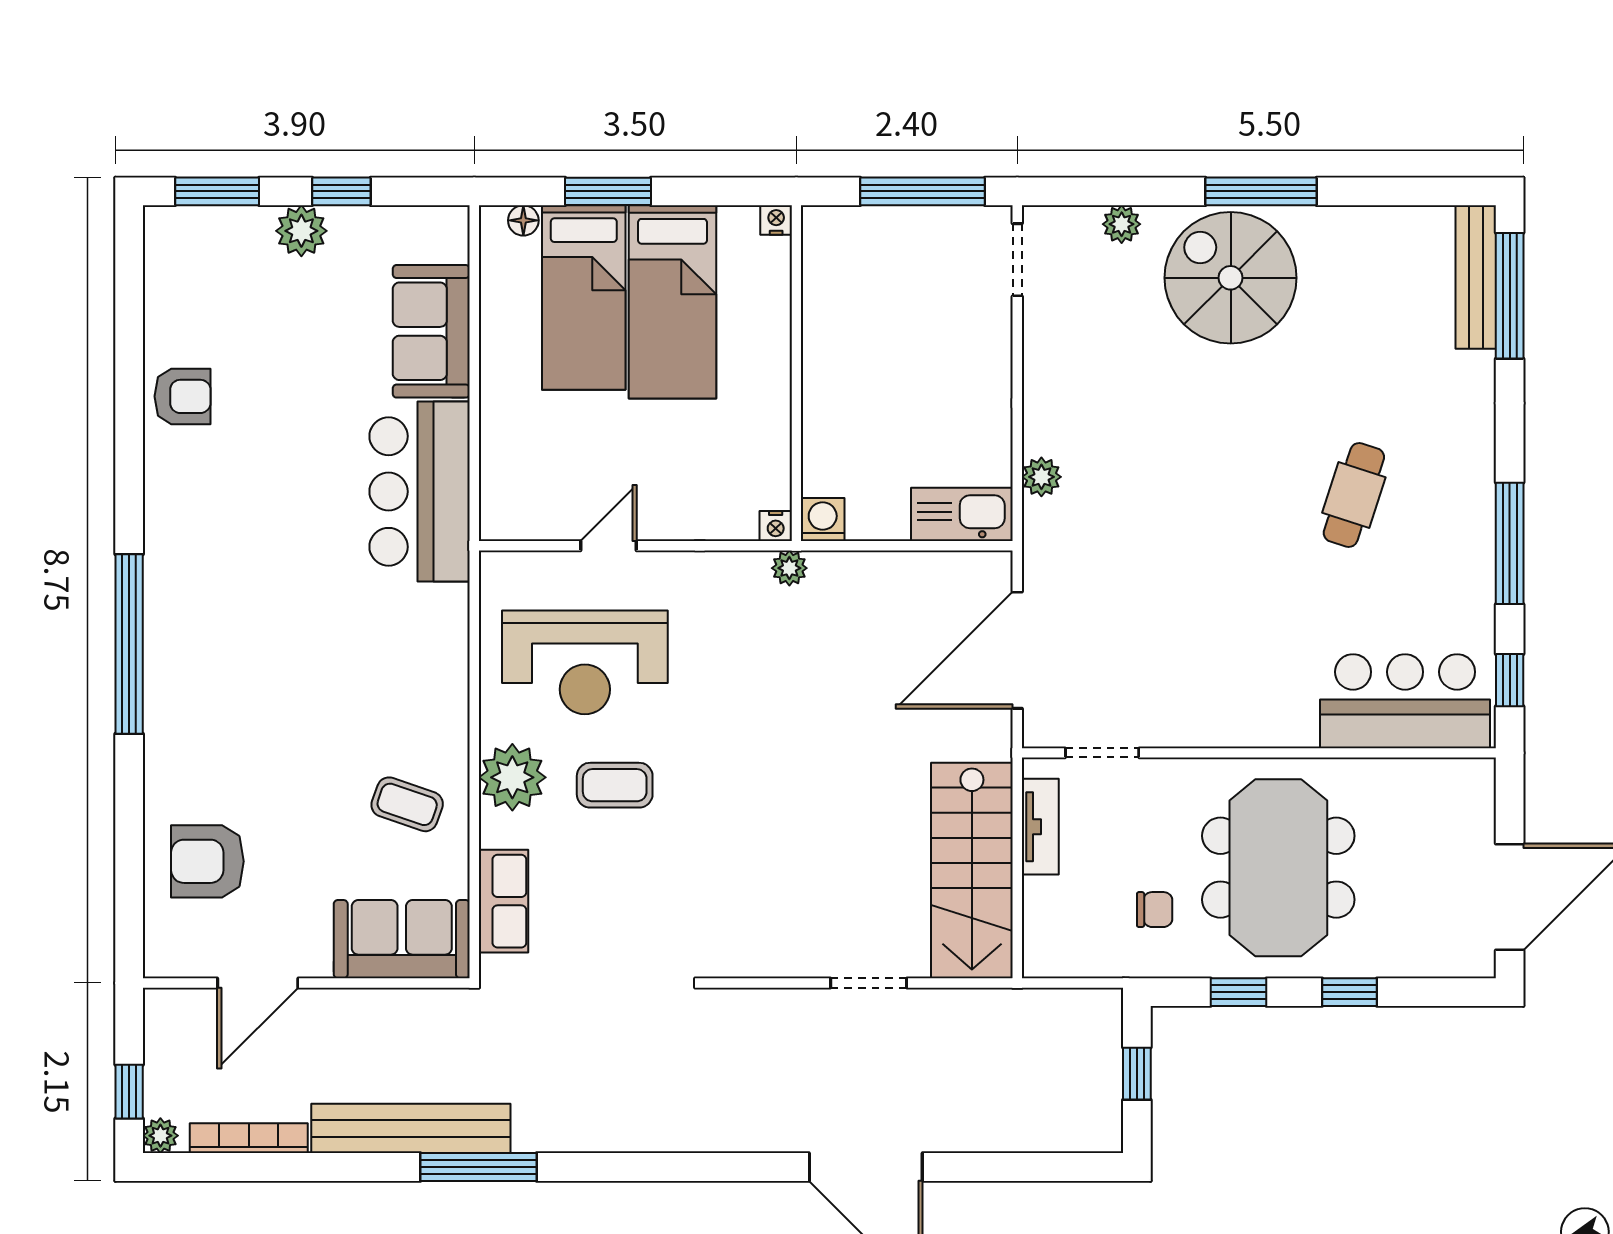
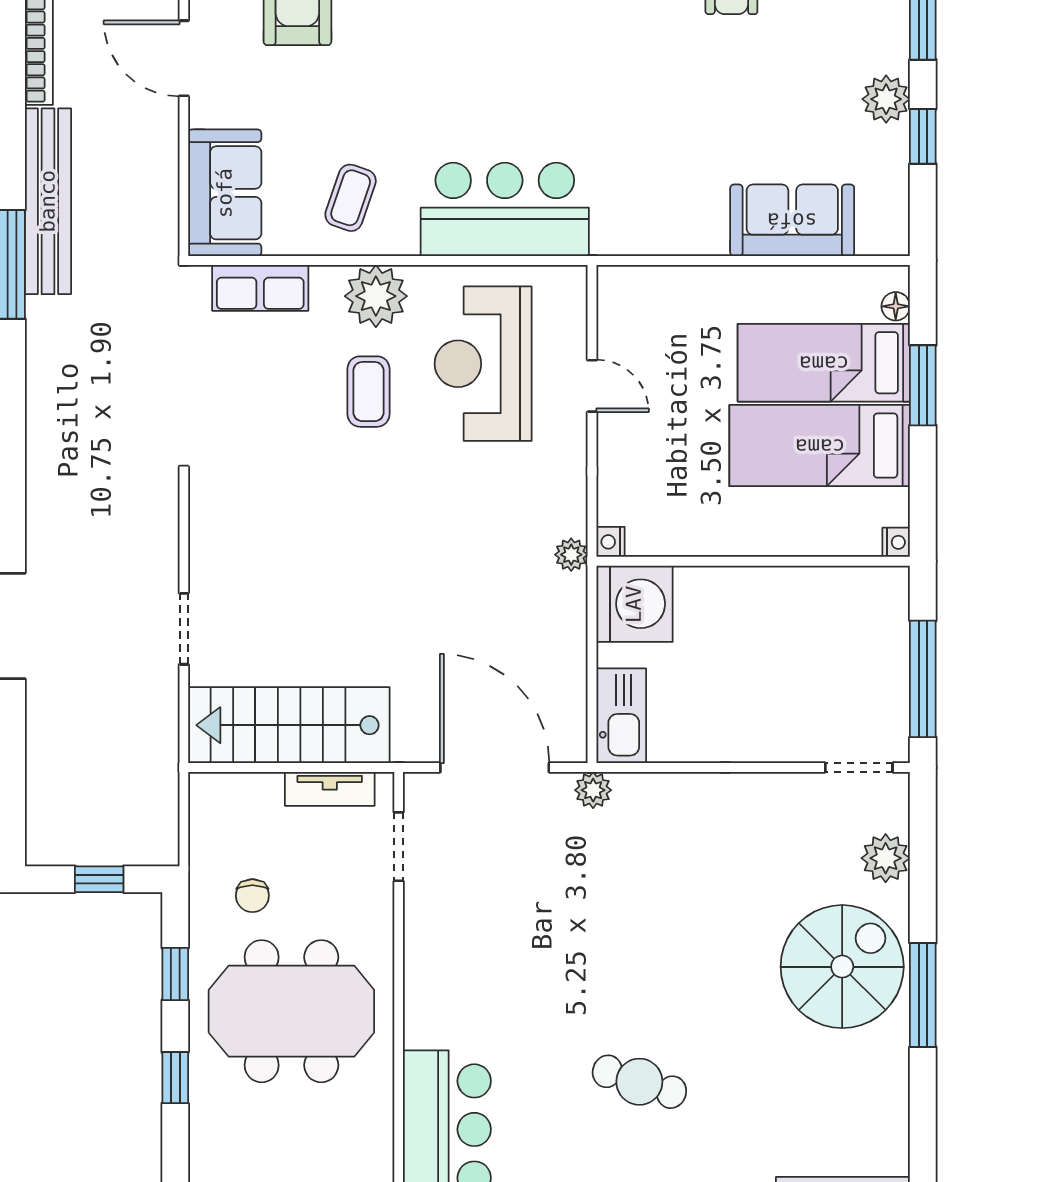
plant: (1122, 224) -> (886, 858), width x1.38, depth x1.38
plant: (1041, 477) -> (593, 790), moved
bar counter: (420, 492) -> (505, 209), moved
washing machine: (823, 520) -> (634, 604), width x1.89, depth x1.89

